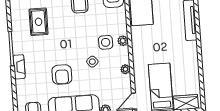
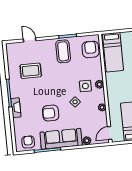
rug: (39, 22) -> (31, 71), turned 90
armchair: (62, 75) -> (51, 113), turned 90

